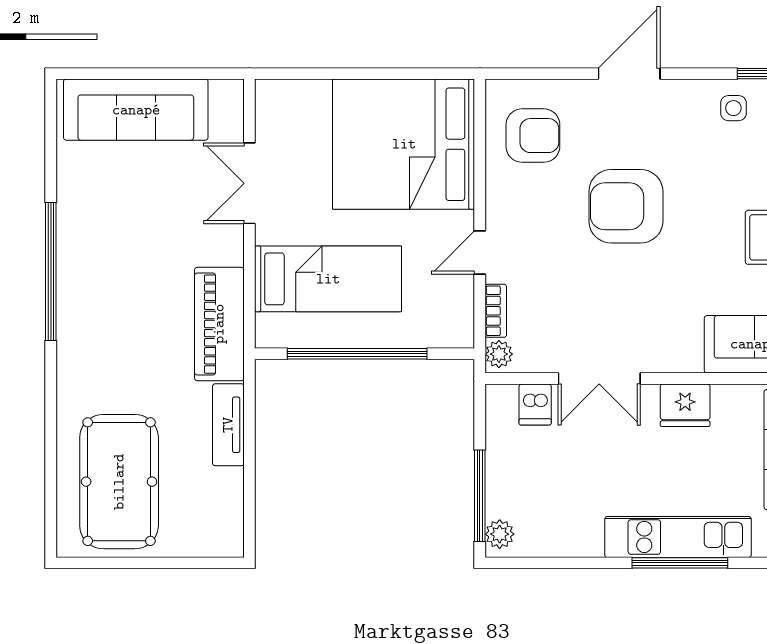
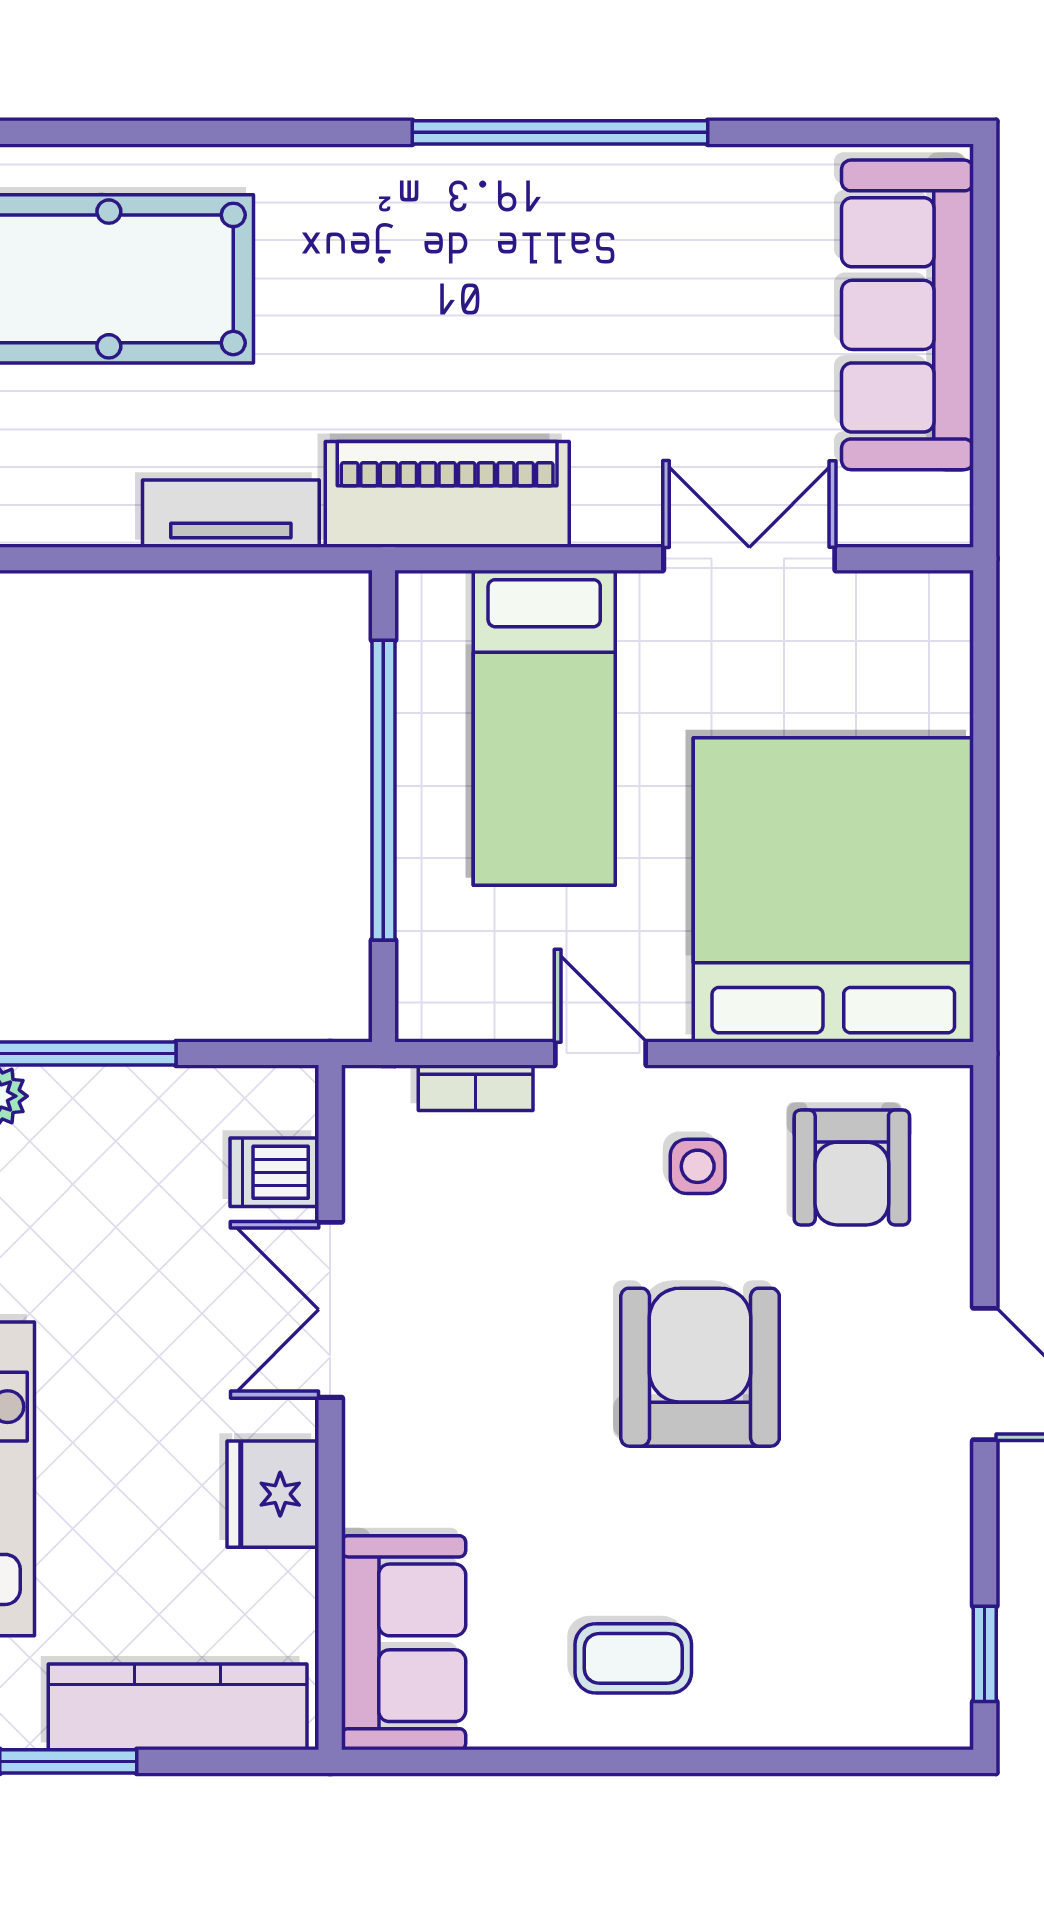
side table: (733, 108) -> (698, 1166), moved
plant: (499, 354) -> (383, 1094), removed

